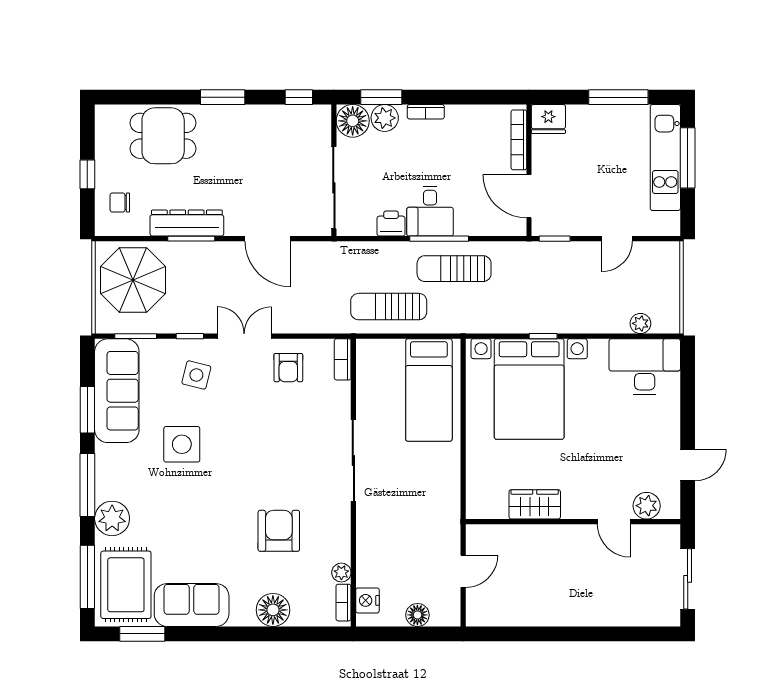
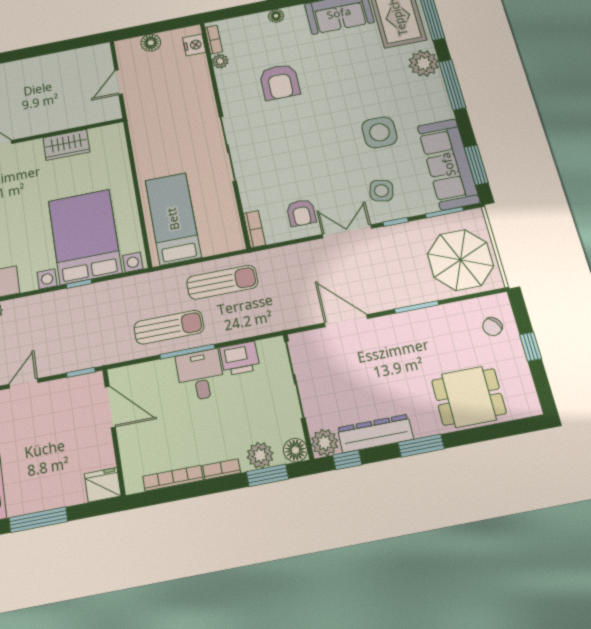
plant: (318, 118) -> (325, 443), added
floor lamp: (353, 121) -> (295, 450), width x0.73, depth x0.73
bookcase: (519, 140) -> (173, 478), moved, turned -90
chair: (120, 203) -> (492, 327), turned 140
dresser: (187, 223) -> (375, 434), moved, turned 180
printer: (391, 224) -> (240, 358), width x1.36, depth x1.24
double door: (244, 336) -> (347, 231), swing flipped
armchair: (288, 368) -> (301, 213), turned 180
window: (87, 410) -> (476, 165), moved
floor lamp: (273, 610) -> (276, 16), width x0.53, depth x0.53

